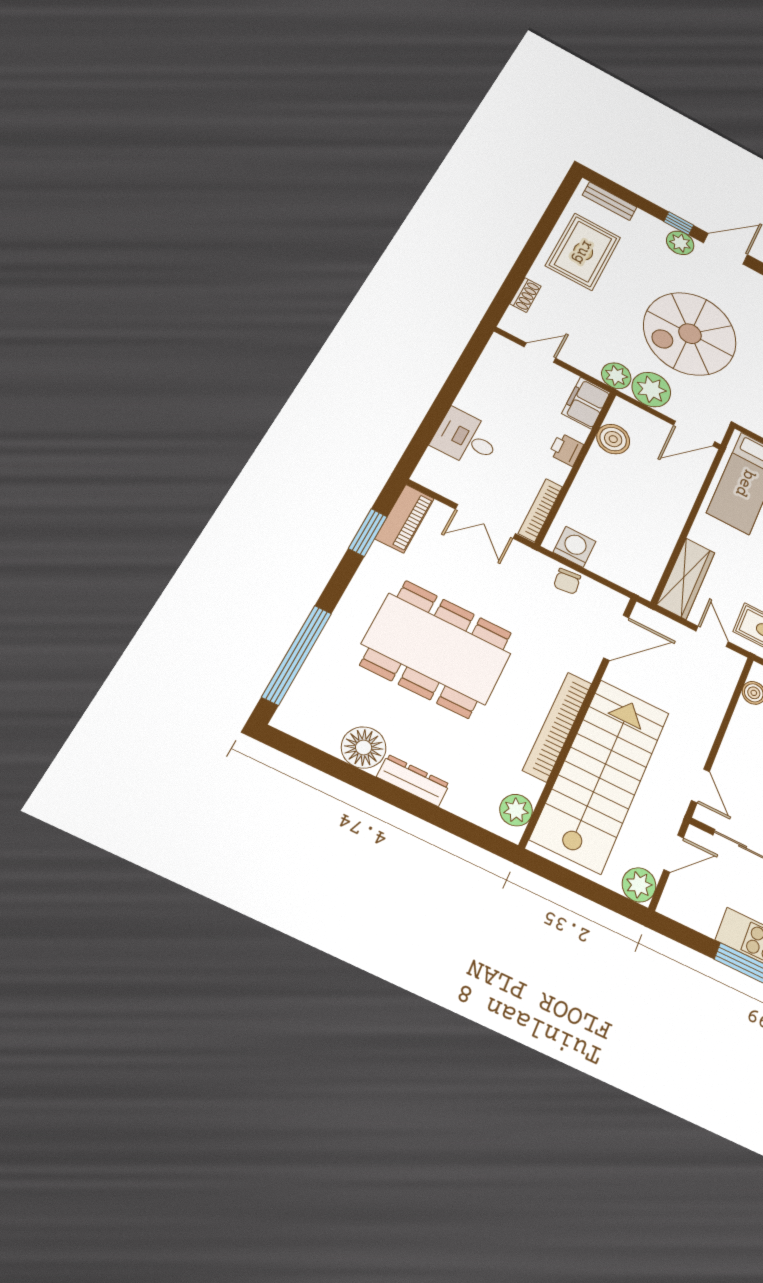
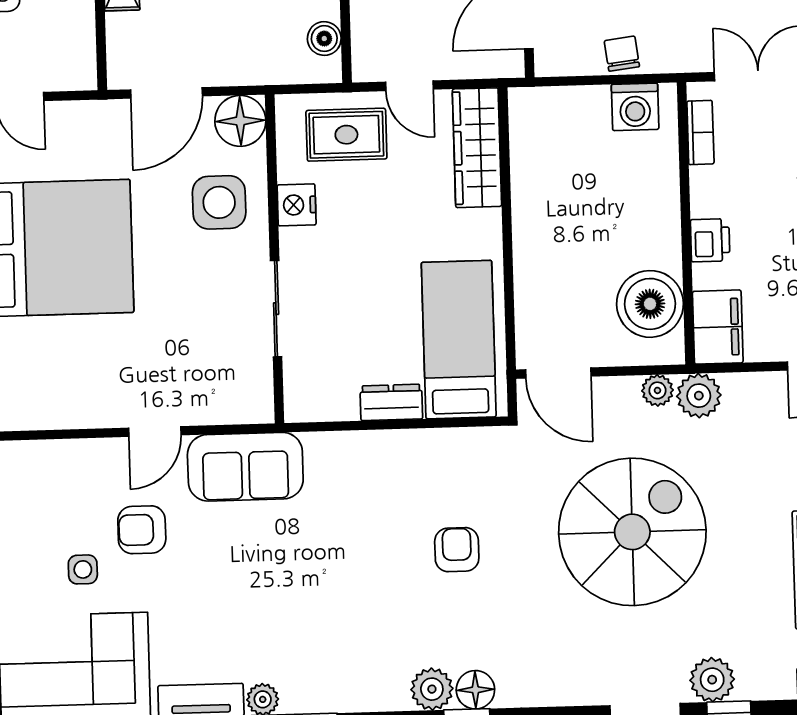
plant: (651, 390) -> (657, 390), width x0.53, depth x0.53
door: (694, 433) -> (558, 373), swing flipped
boiler: (613, 439) -> (650, 304), width x1.37, depth x1.37
bookcase: (540, 510) -> (700, 133), width x0.64

